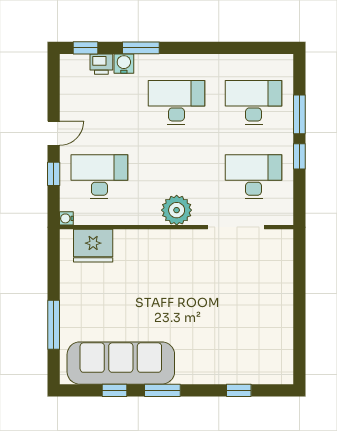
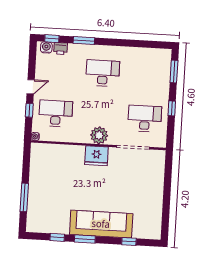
water cooler: (124, 64) -> (46, 47), moved
desk: (254, 102) -> (147, 76), removed
window: (299, 114) -> (174, 72), moved
fridge: (93, 246) -> (96, 156), moved
sofa: (121, 363) -> (101, 224), moved

